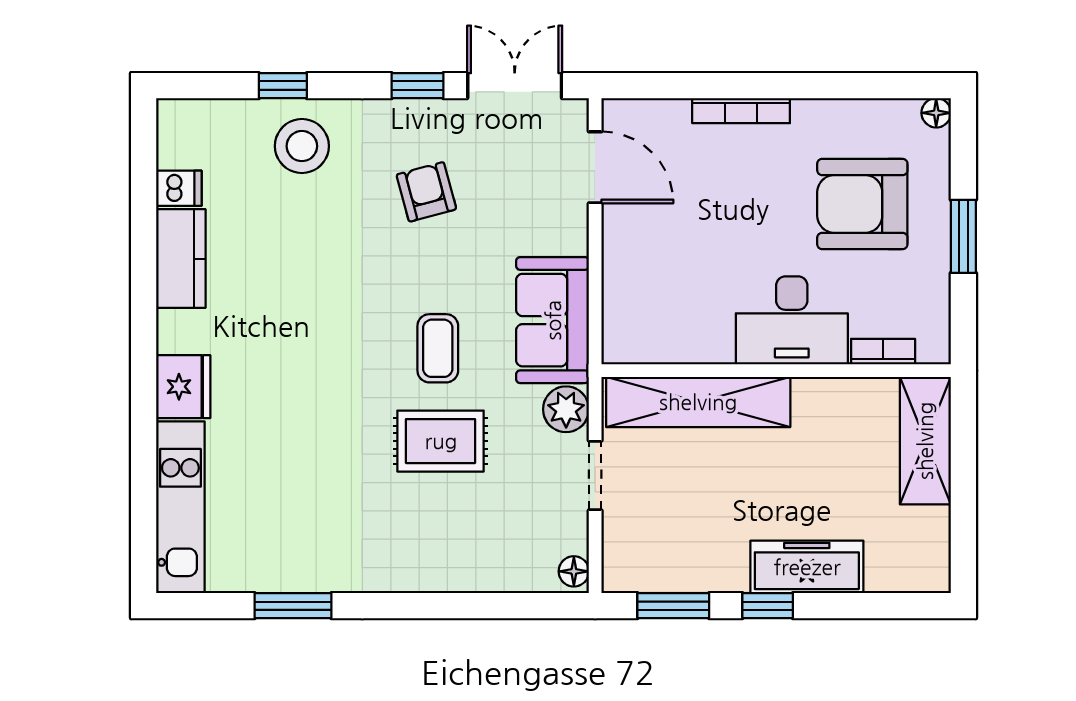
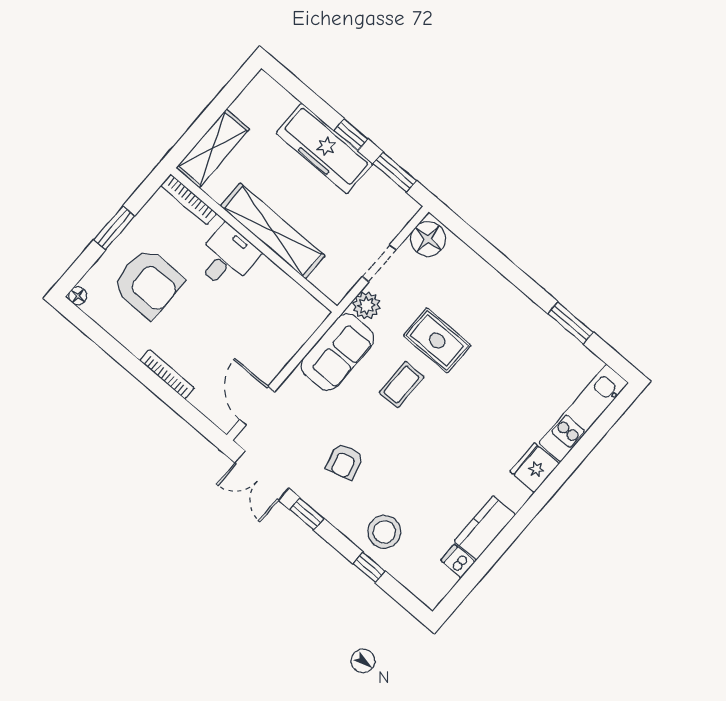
desk: (792, 320) -> (227, 257), width x0.73
bookcase: (883, 352) -> (189, 199), width x1.56
shelving: (698, 402) -> (273, 231), moved
freezer: (807, 567) -> (324, 148), width x1.36, depth x1.26
floor lamp: (574, 571) -> (428, 239), width x1.89, depth x1.89

